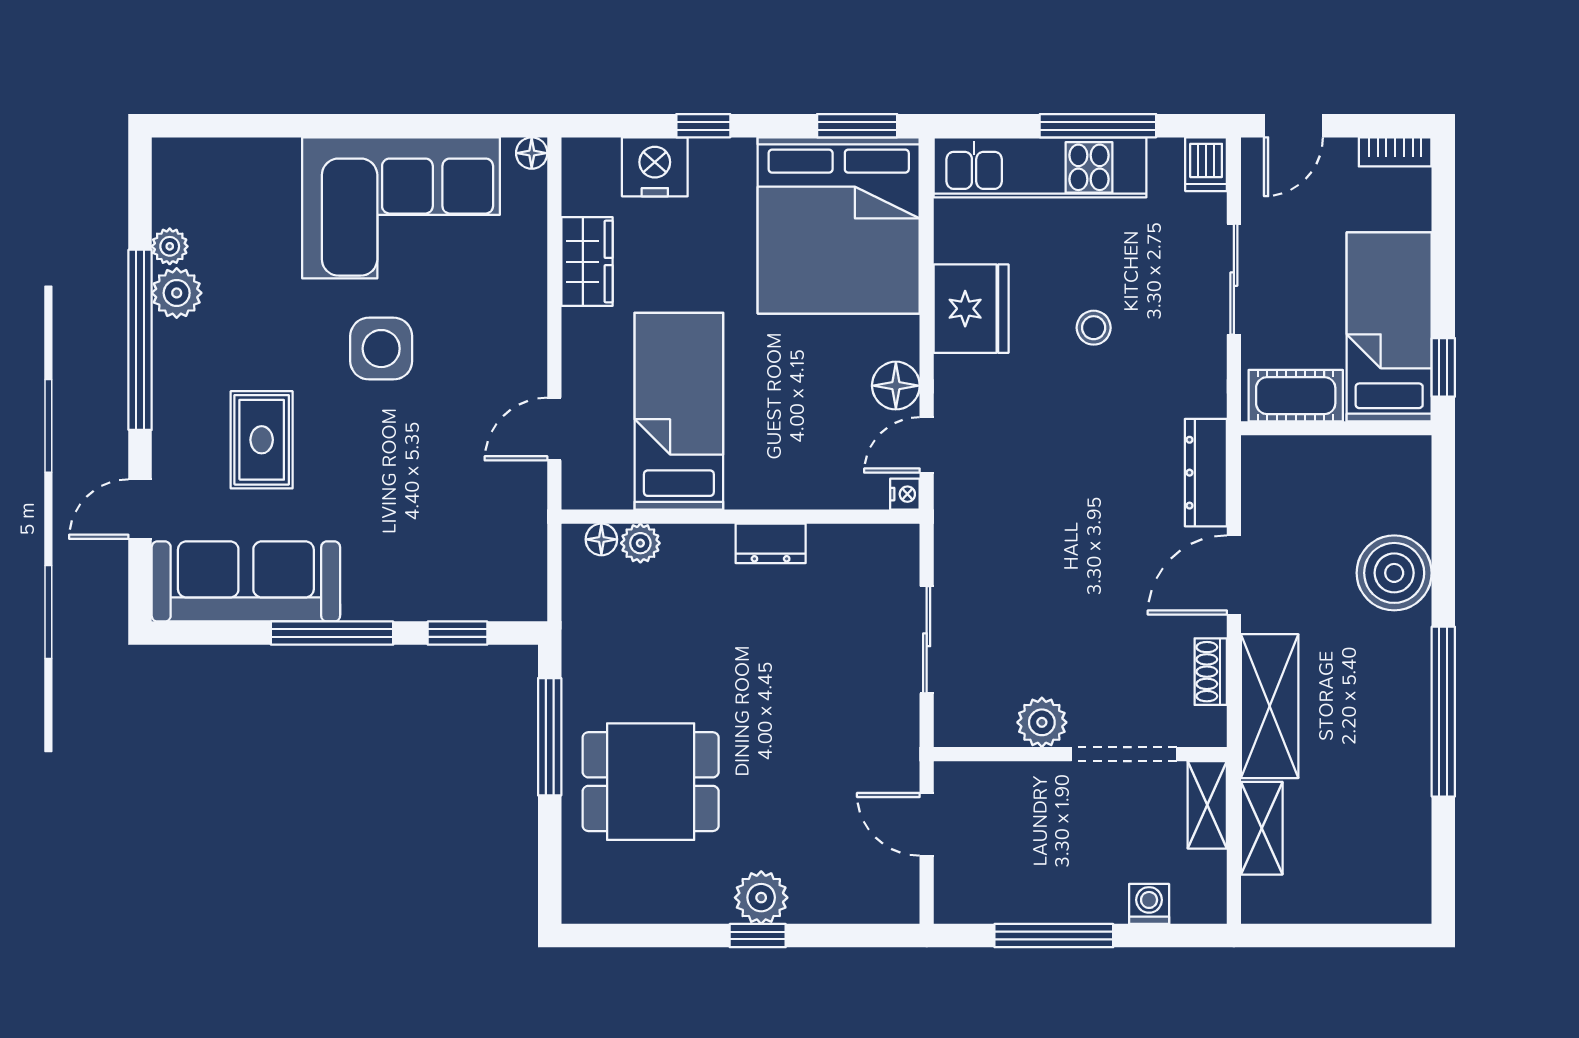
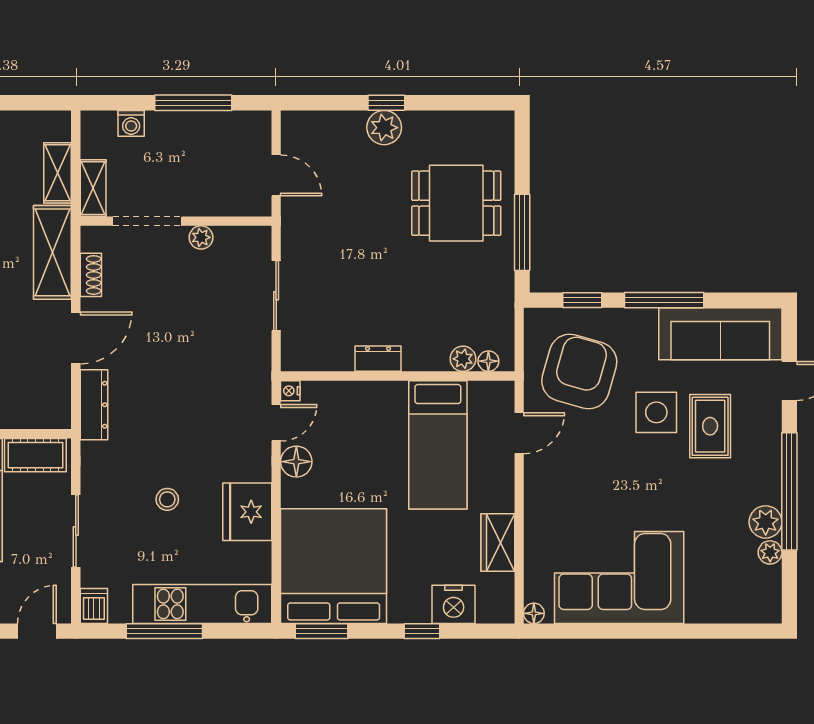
side table: (381, 349) -> (656, 412), moved
armchair: (462, 524) -> (579, 371), added
plant: (1042, 722) -> (201, 237), width x0.73, depth x0.73

